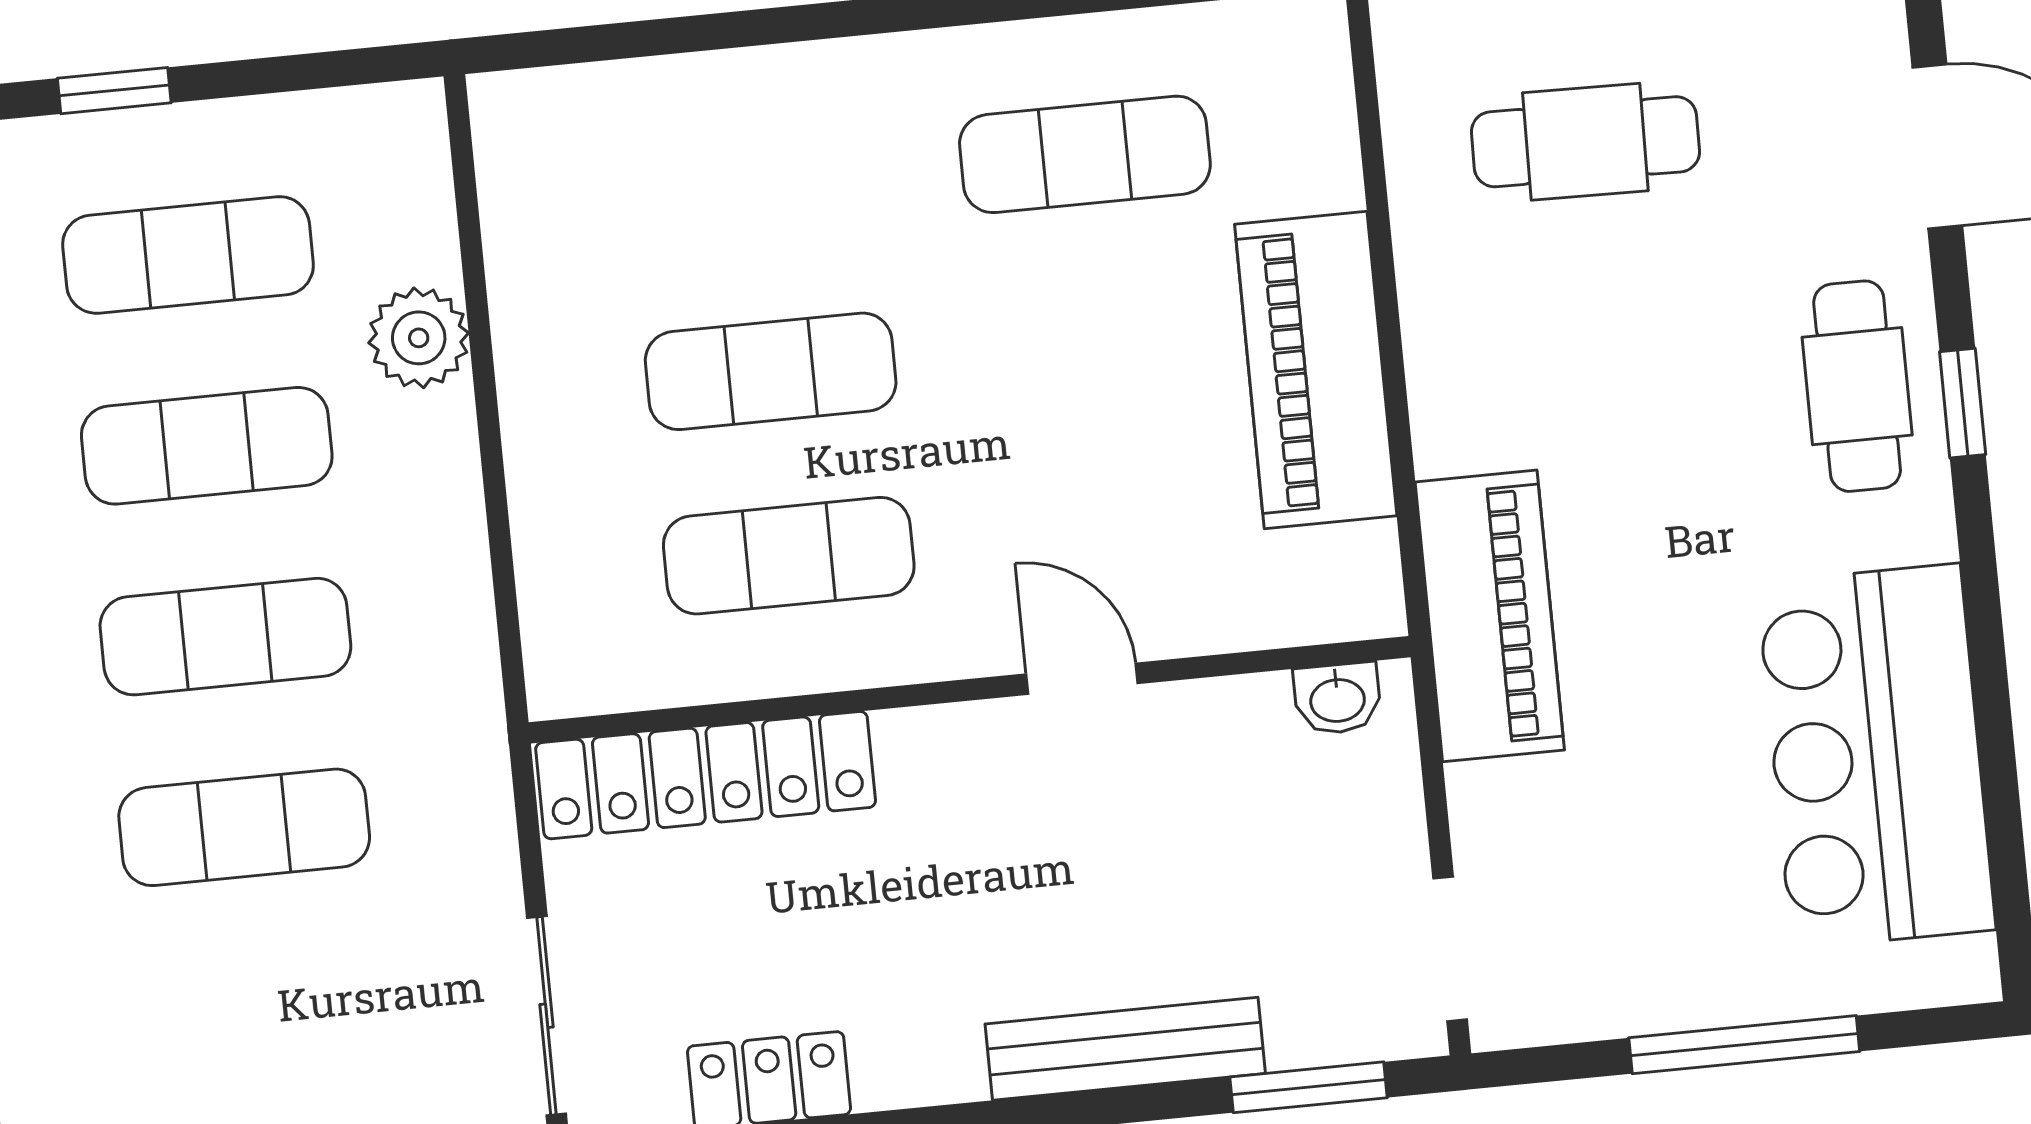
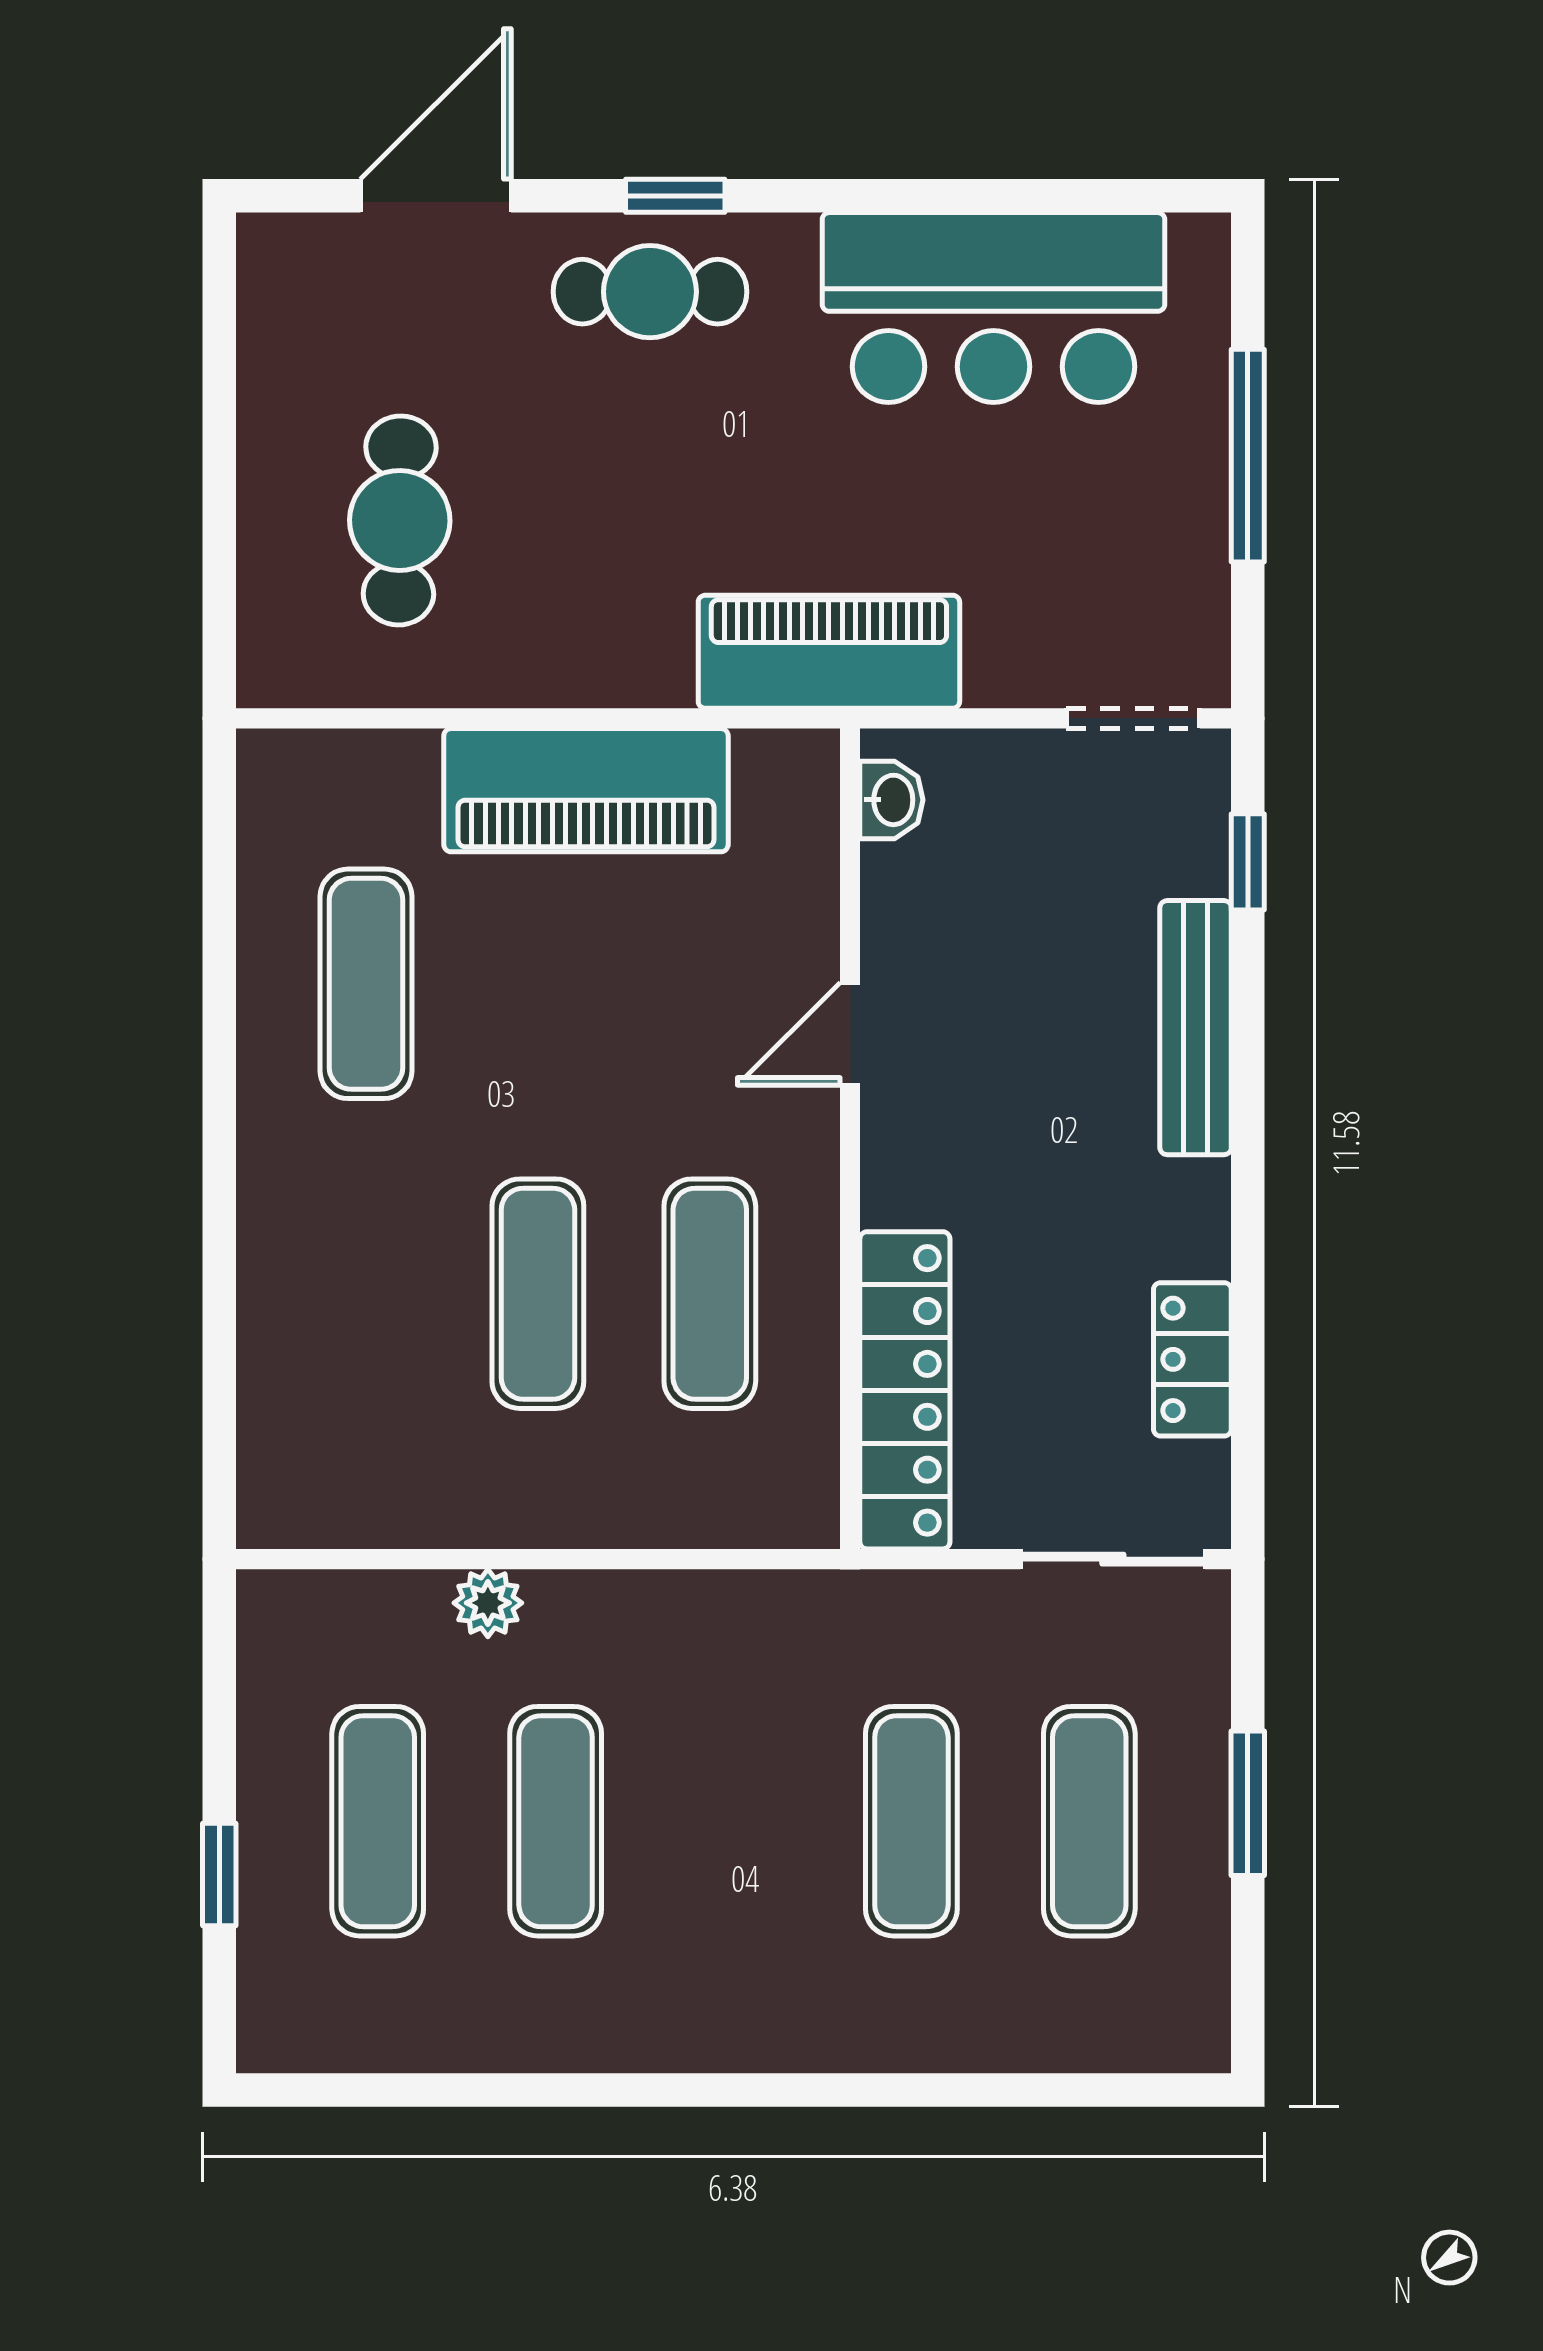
plant: (419, 338) -> (488, 1603), width x0.73, depth x0.73
exercise mat: (225, 637) -> (1089, 1821), moved
window: (1309, 1087) -> (1248, 862), width x0.67

